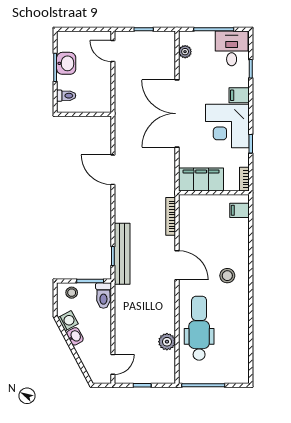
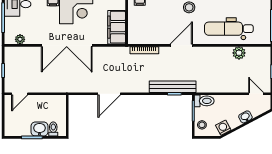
washbasin: (66, 63) -> (40, 129), moved
washbasin: (75, 336) -> (245, 117), moved

